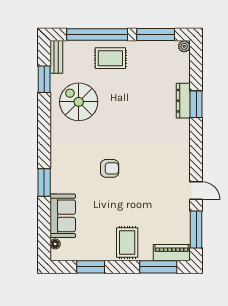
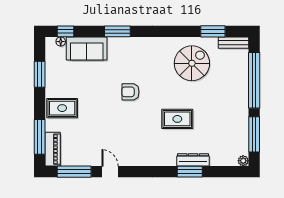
rug: (110, 58) -> (177, 119), moved, turned 90
armchair: (110, 168) -> (130, 92), turned 90
door: (196, 191) -> (110, 172), swing flipped
window: (44, 239) -> (65, 31), added

